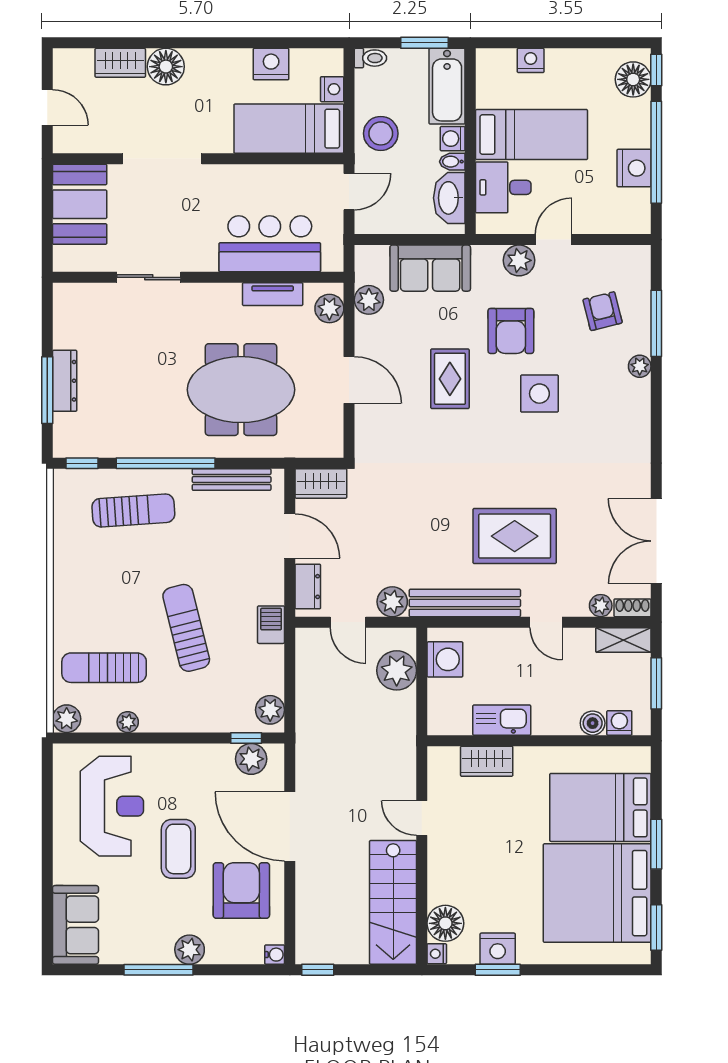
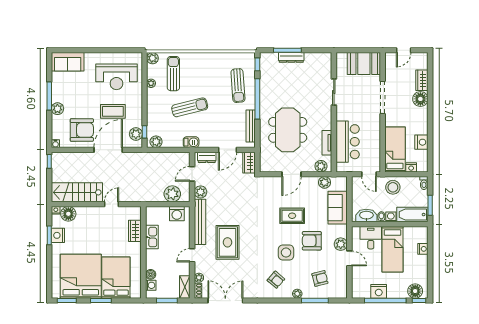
armchair: (606, 418) -> (276, 280), added
coffee table: (178, 849) -> (113, 111), moved

